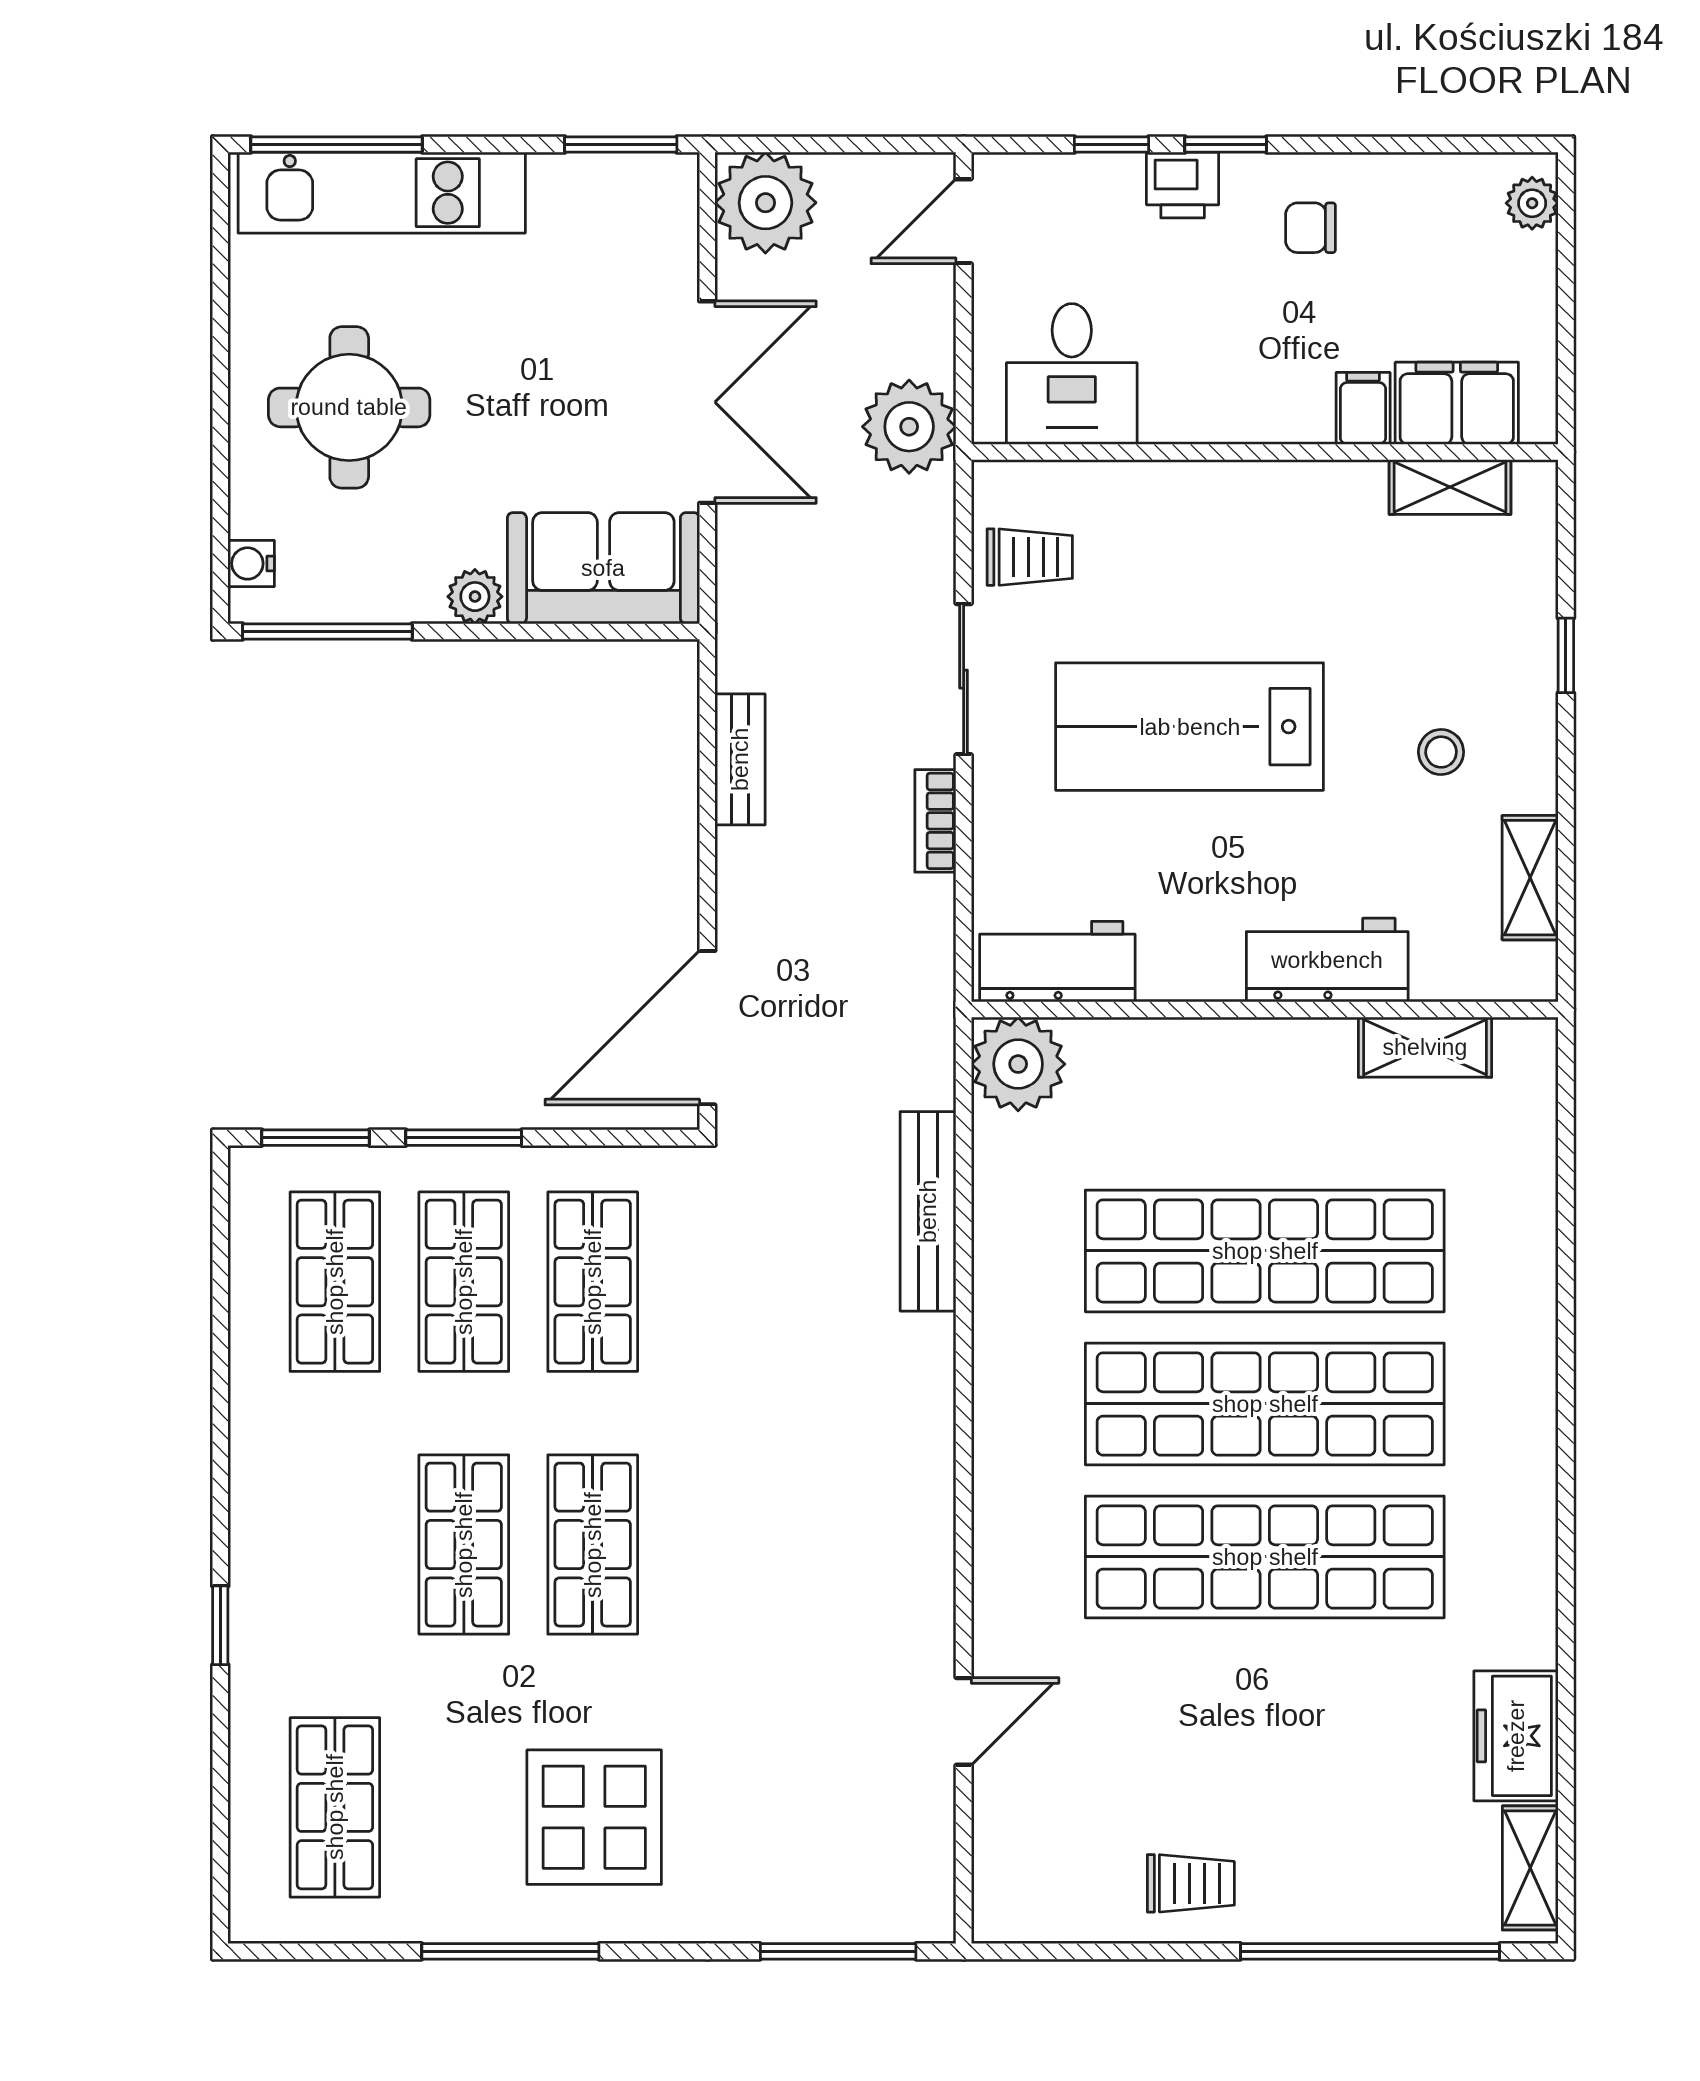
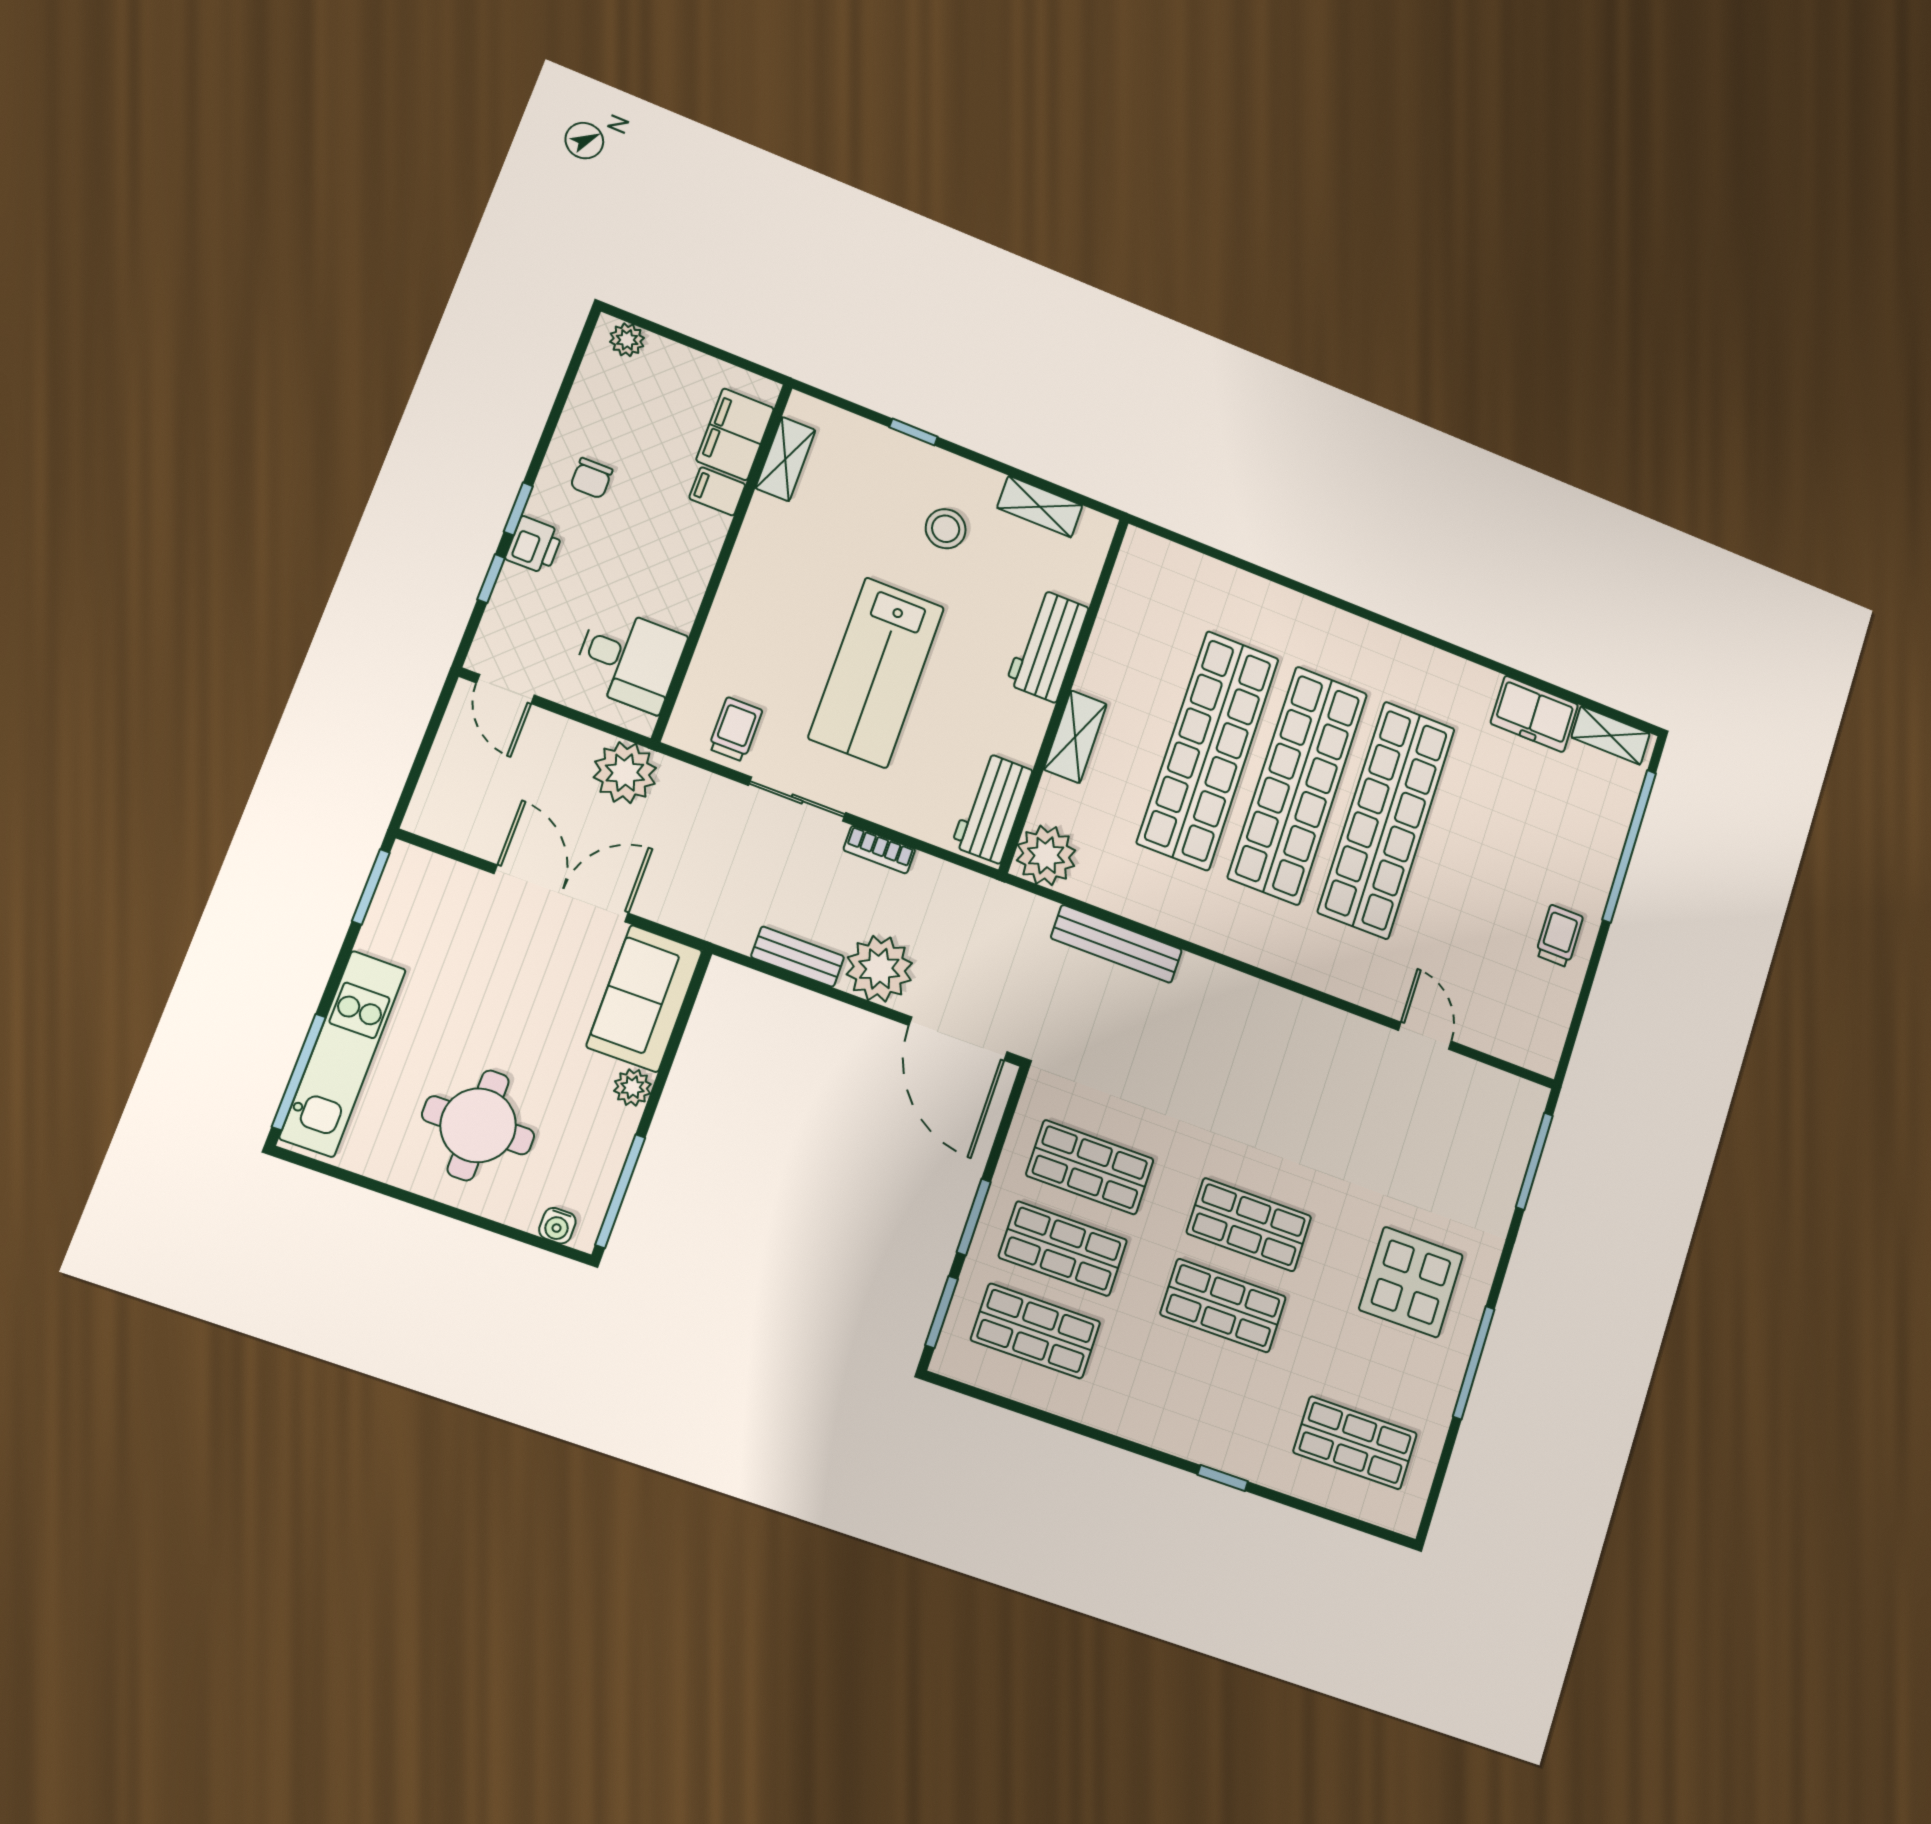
plant: (765, 203) -> (879, 969), moved
stool: (1441, 752) -> (946, 529), width x1.37, depth x1.37
shelving: (1425, 1047) -> (1075, 737), moved

